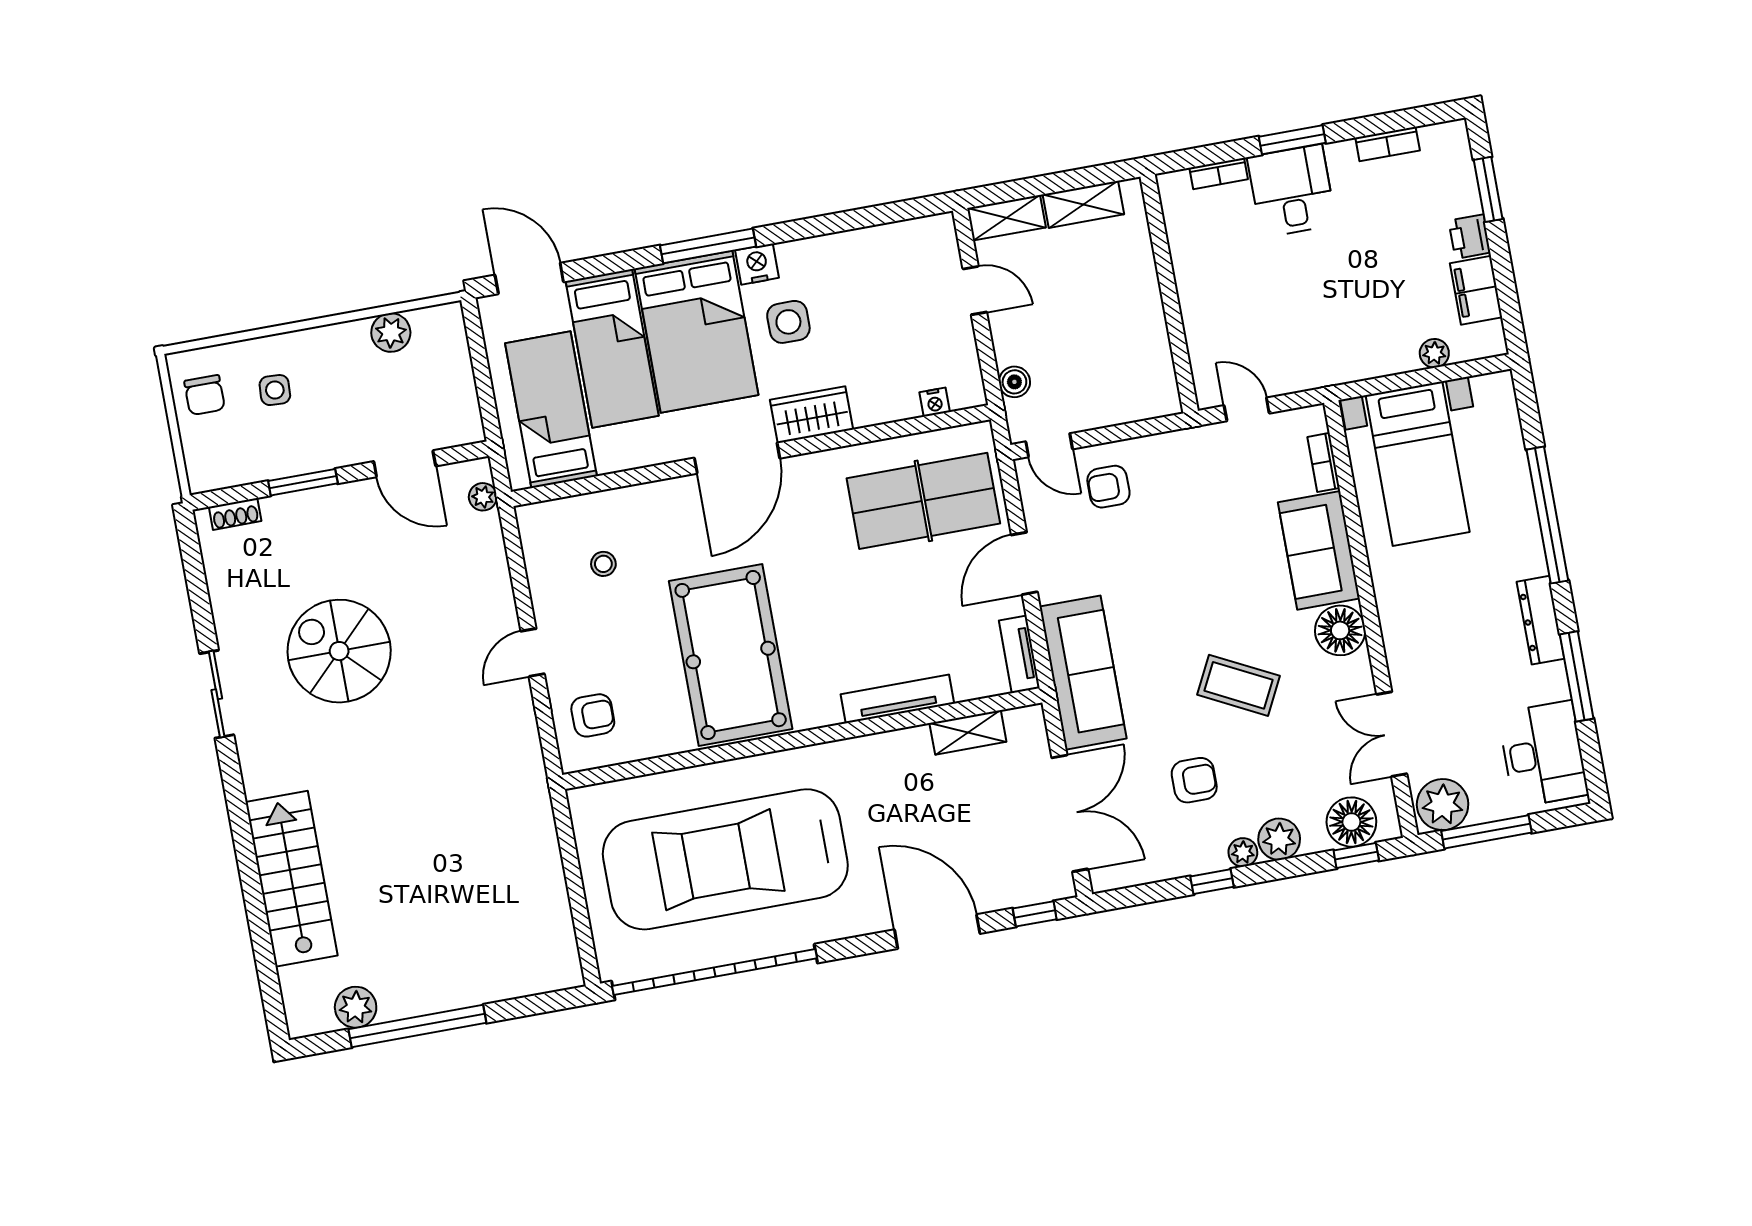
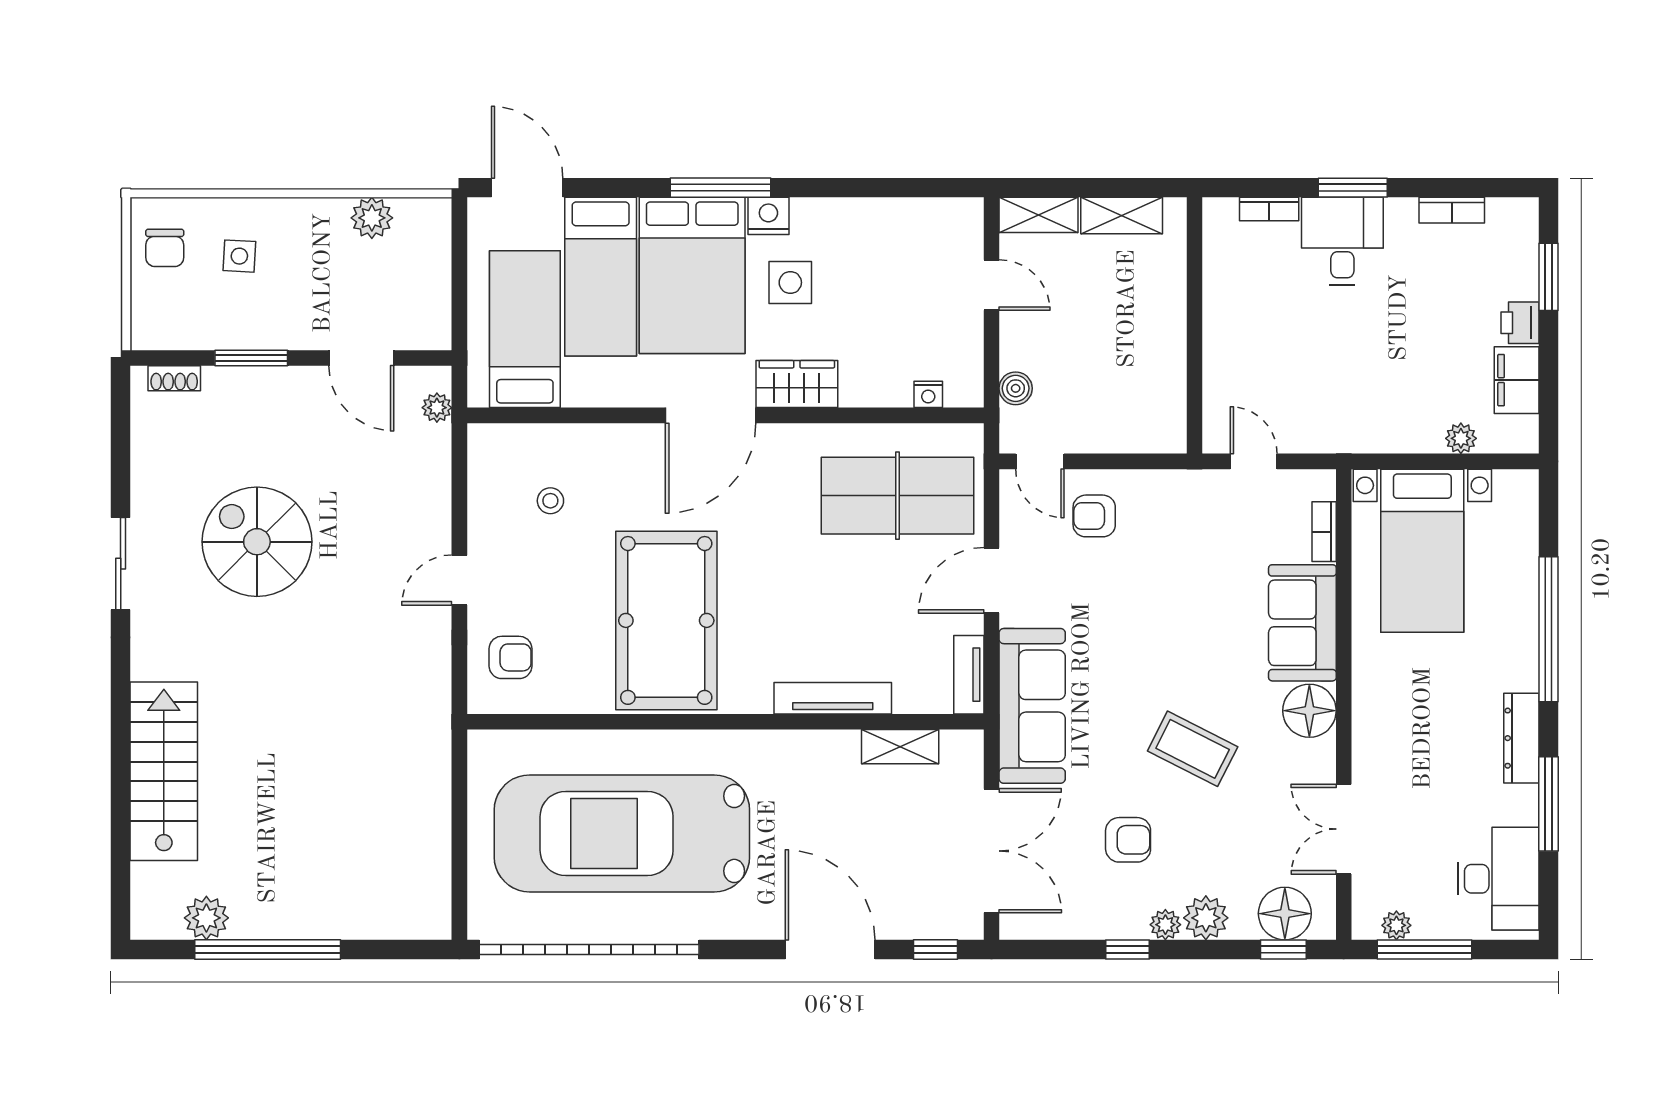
plant: (1443, 805) -> (1396, 925), width x0.53, depth x0.53

